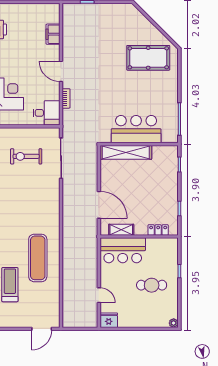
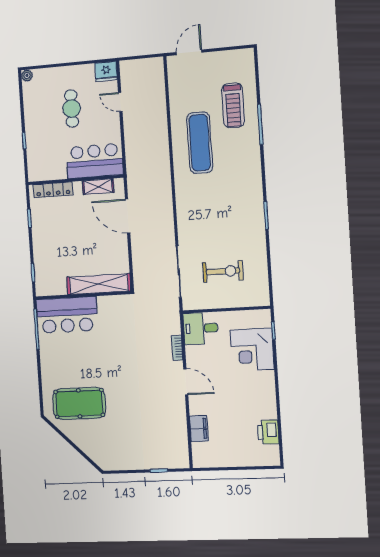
bar counter: (136, 129) -> (67, 315), moved
locker: (158, 230) -> (53, 190), width x1.53
cafe table: (152, 285) -> (72, 109), moved, turned 90

